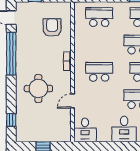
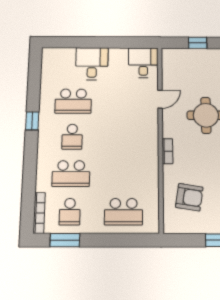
armchair: (52, 27) -> (189, 197), turned -81
school desk: (99, 72) -> (124, 137), removed

